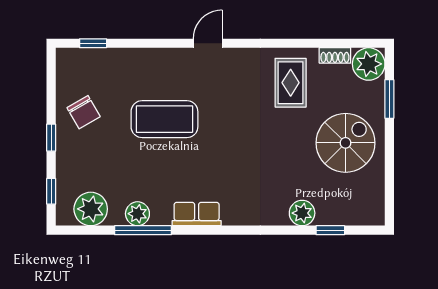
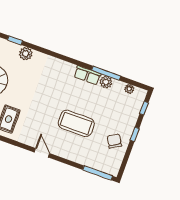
window: (93, 43) -> (98, 173), width x2.17
door: (208, 43) -> (42, 153), swing flipped
plant: (91, 209) -> (129, 89), width x0.53, depth x0.53
row of seats: (197, 214) -> (87, 75), moved

